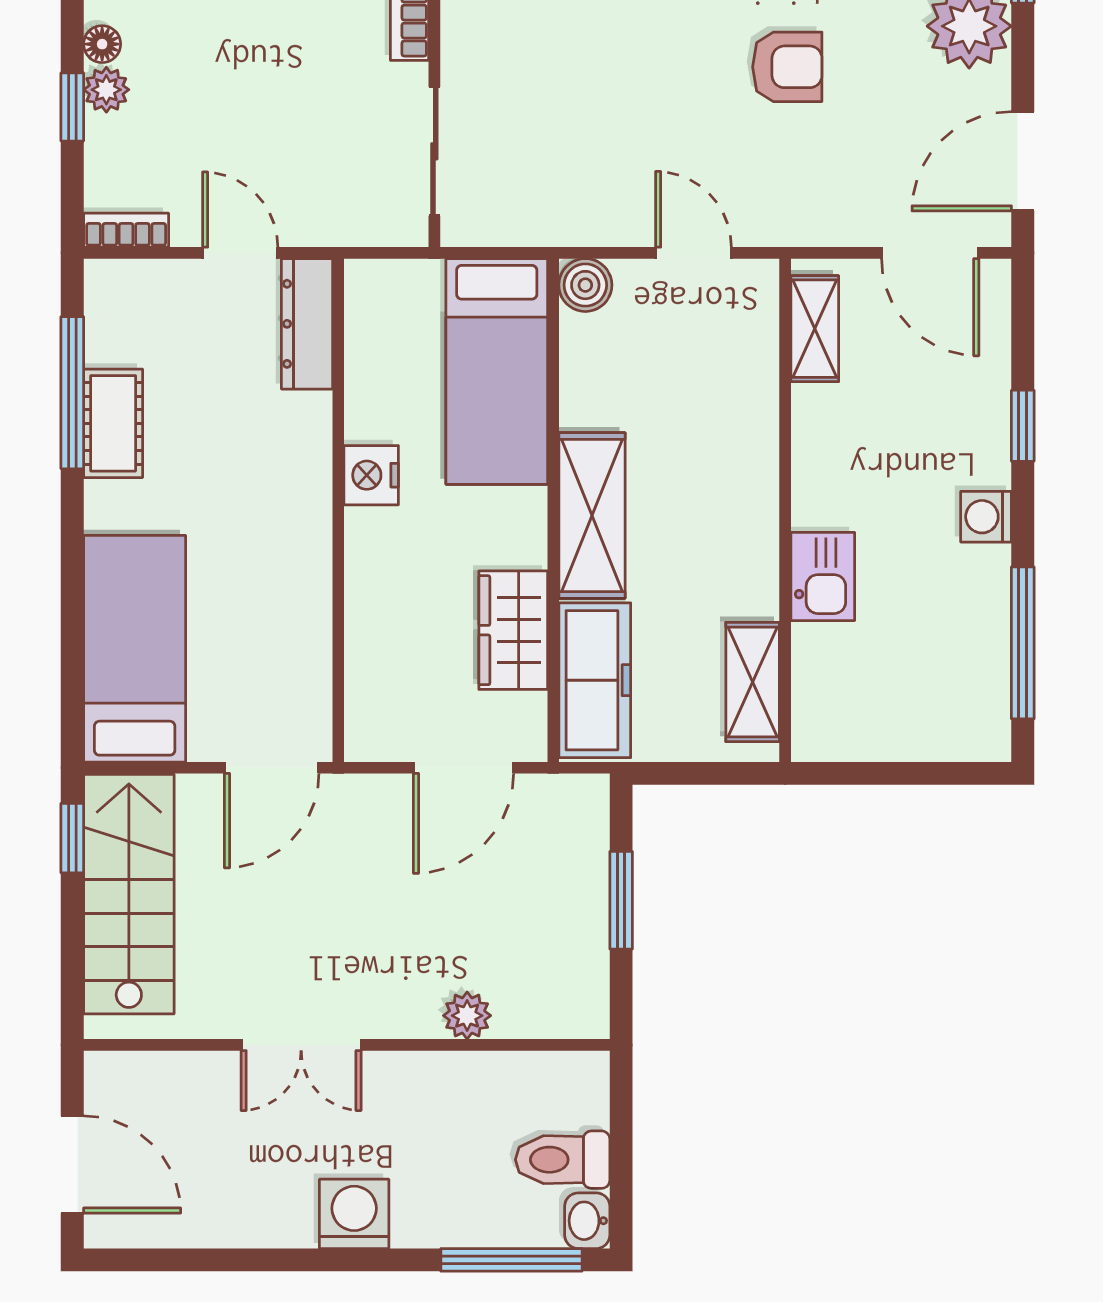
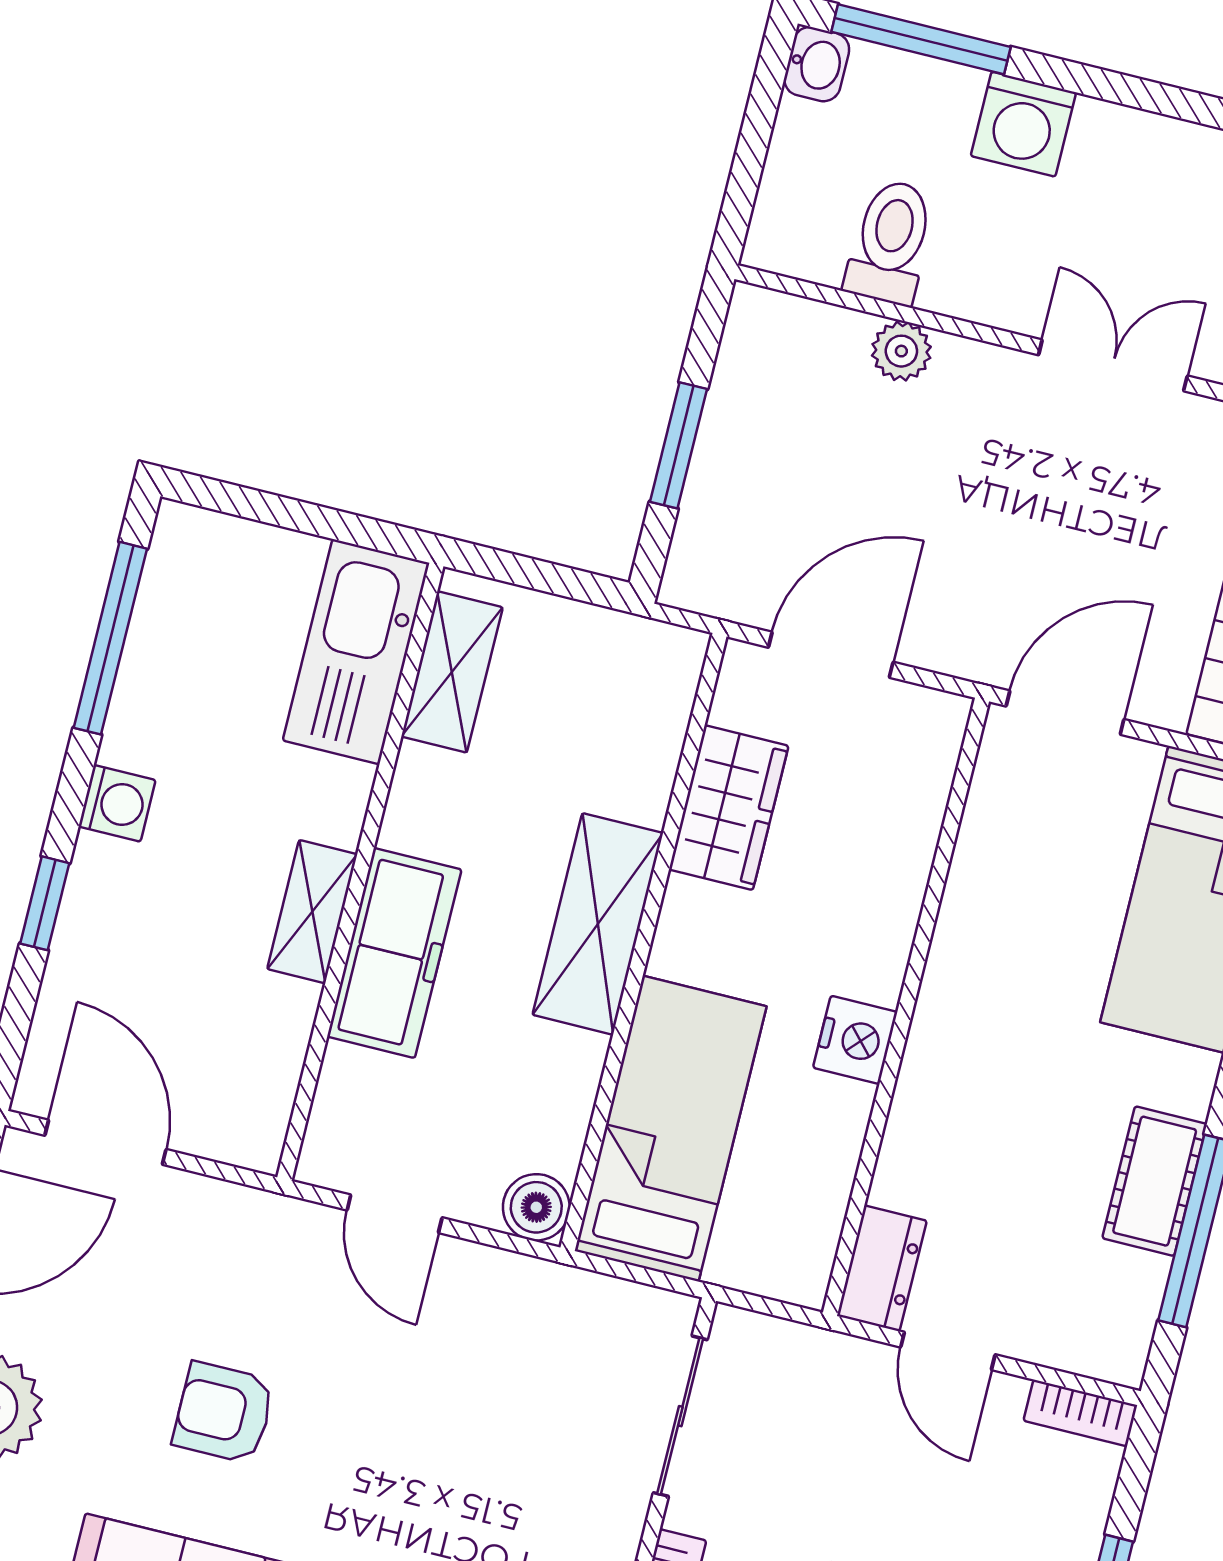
dresser: (307, 324) -> (882, 1268), width x0.70
shelving: (815, 329) -> (312, 912), moved
kitchen sink: (823, 576) -> (356, 652), moved, width x1.88, depth x1.24
freezer: (595, 680) -> (394, 953), moved, turned 180
toilet: (563, 1160) -> (890, 242), moved, turned -90
washing machine: (354, 1214) -> (1023, 124), moved

